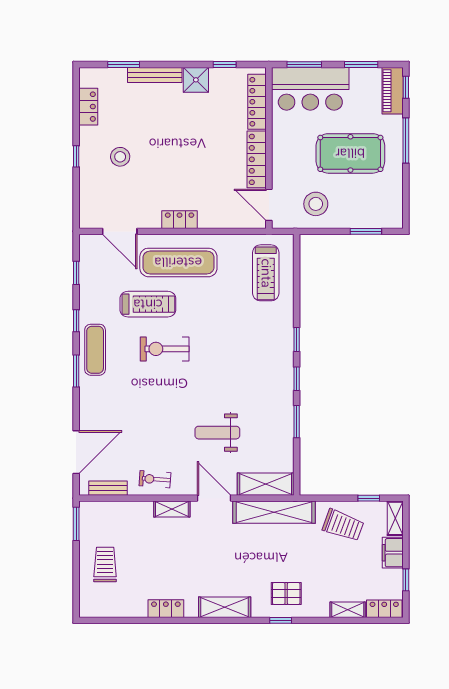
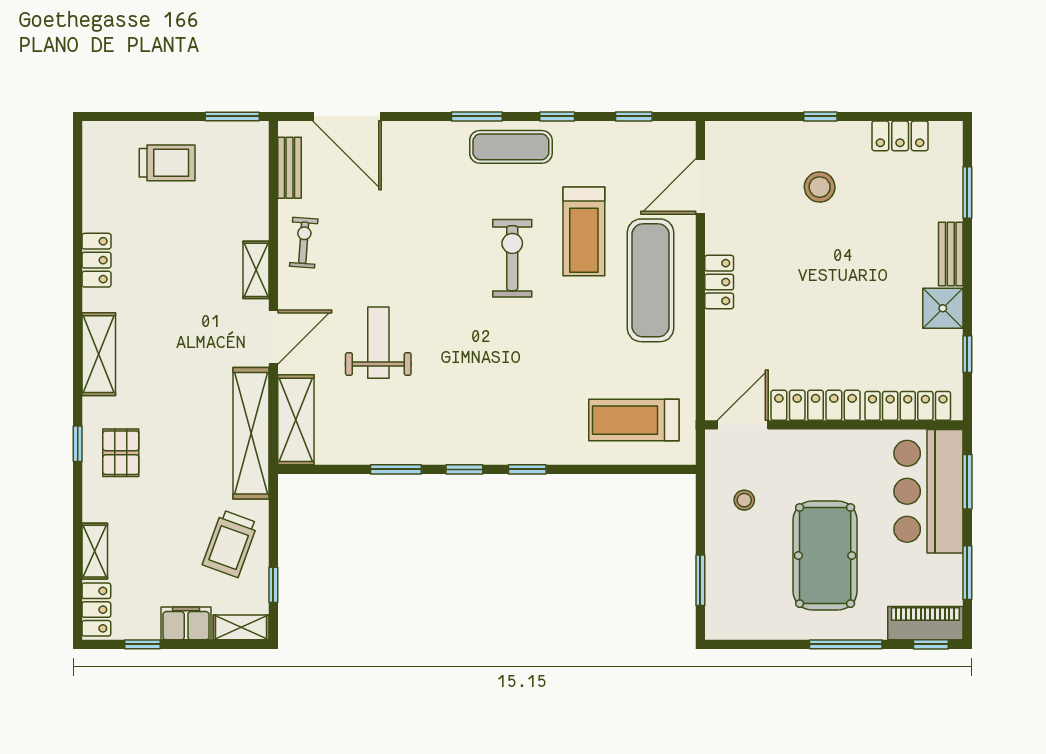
bench: (155, 75) -> (951, 254), width x0.73
stool: (316, 204) -> (744, 500), width x0.53, depth x0.53

